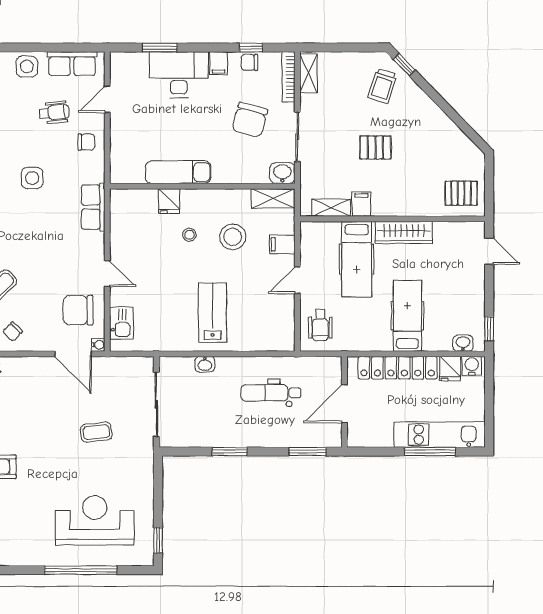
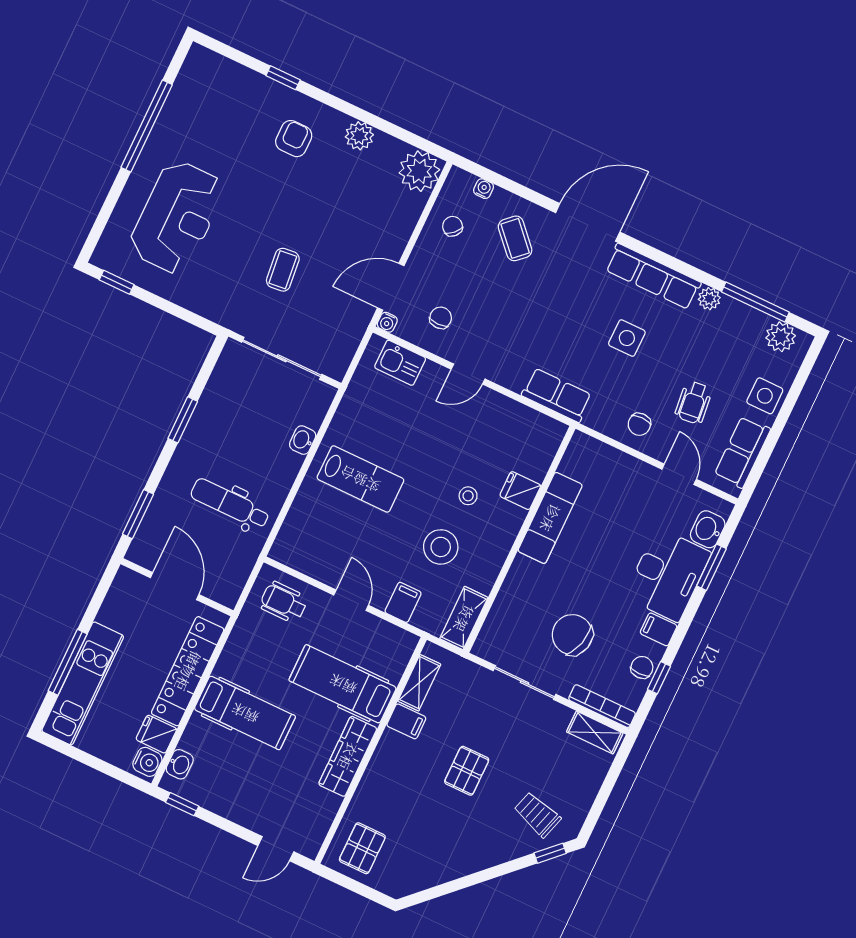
washbasin: (282, 173) -> (708, 529), moved, turned 180
chair: (78, 310) -> (441, 318), width x0.54, depth x0.54
dental chair: (271, 393) -> (230, 504), turned -90
window: (81, 570) -> (147, 126), moved

